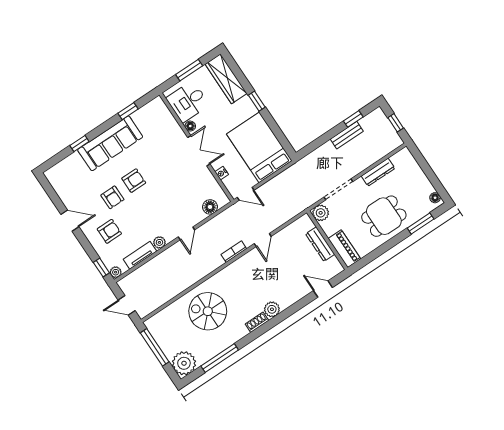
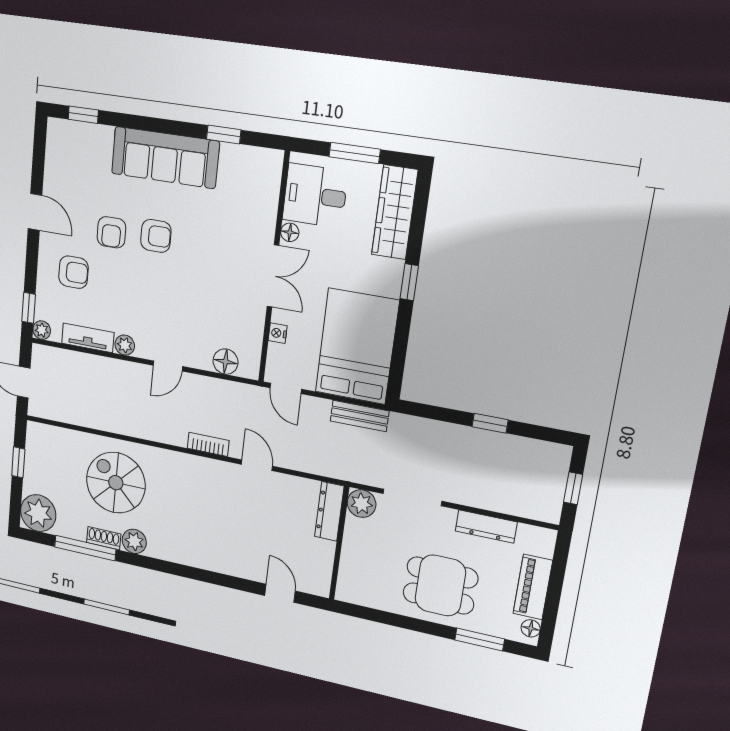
window: (353, 119) -> (490, 423), moved
bench: (347, 135) -> (360, 416), moved
window: (79, 144) -> (83, 115), moved
door: (263, 240) -> (257, 465), swing flipped
dresser: (320, 244) -> (329, 511), moved
piano: (344, 249) -> (533, 587), moved, turned 180
plant: (272, 309) -> (134, 541), moved
shoe rack: (257, 322) -> (104, 538), moved
window: (155, 347) -> (18, 462), width x0.46

